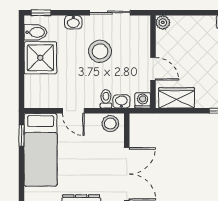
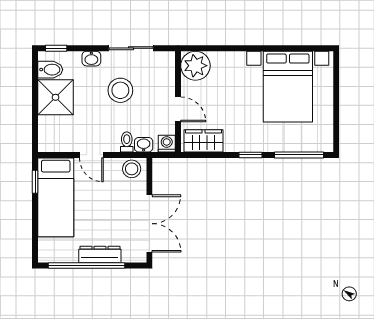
plant: (163, 22) -> (195, 66), width x1.88, depth x1.88

